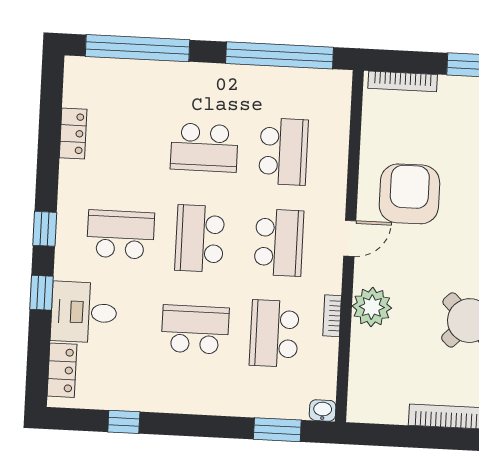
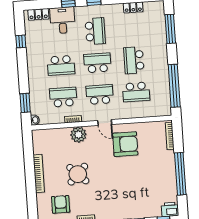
window: (137, 48) -> (170, 29), width x0.68
school desk: (279, 243) -> (100, 94), turned 180
school desk: (195, 330) -> (61, 65), turned 90

